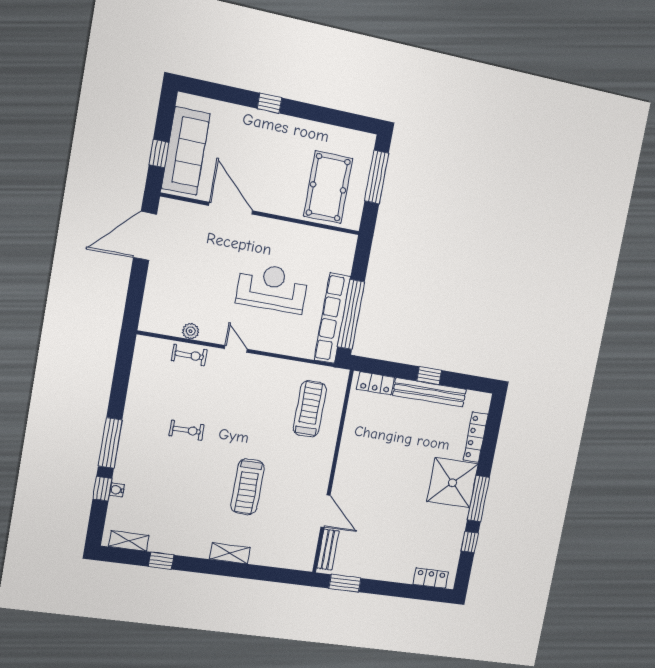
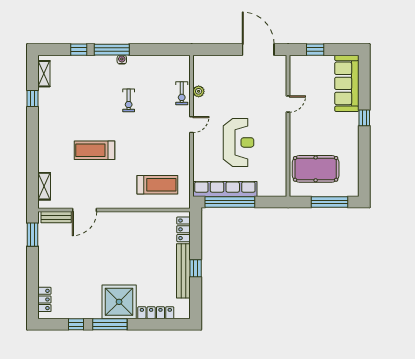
sofa: (186, 151) -> (347, 83), moved, turned 90
door: (231, 208) -> (288, 104), width x0.53
water cooler: (117, 490) -> (122, 60), moved
shelving: (230, 553) -> (44, 186), moved

